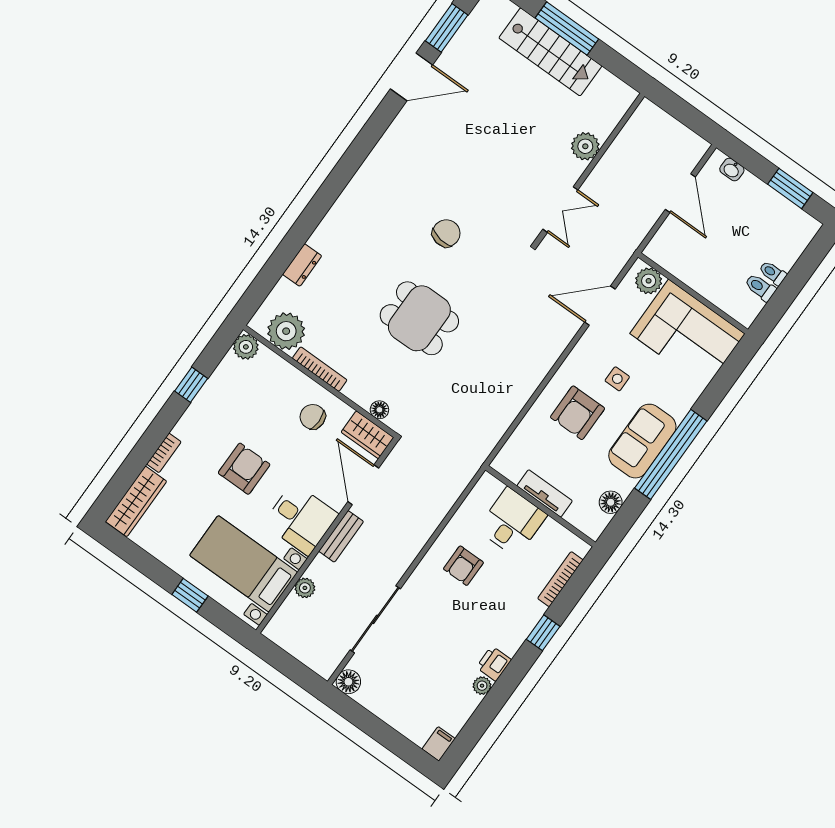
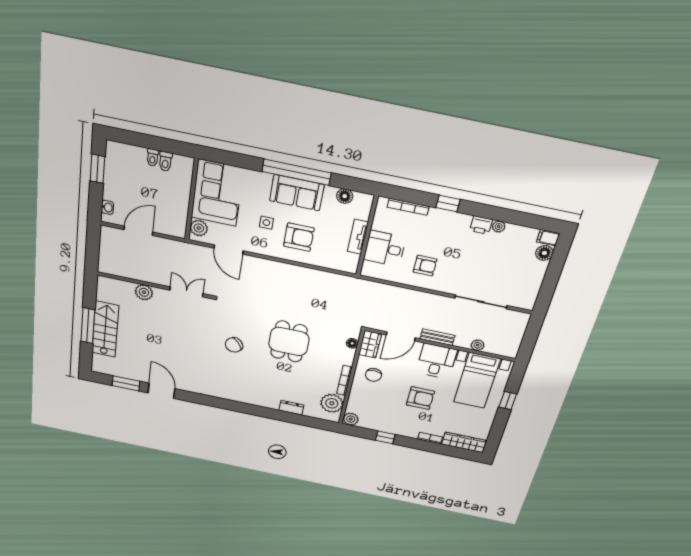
chair: (446, 233) -> (234, 345), turned -49
armchair: (244, 469) -> (420, 398), turned 180
floor lamp: (348, 682) -> (544, 253), moved

